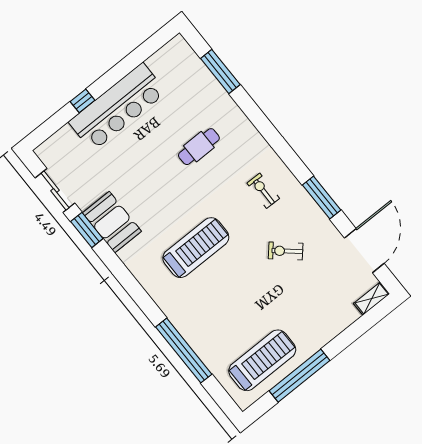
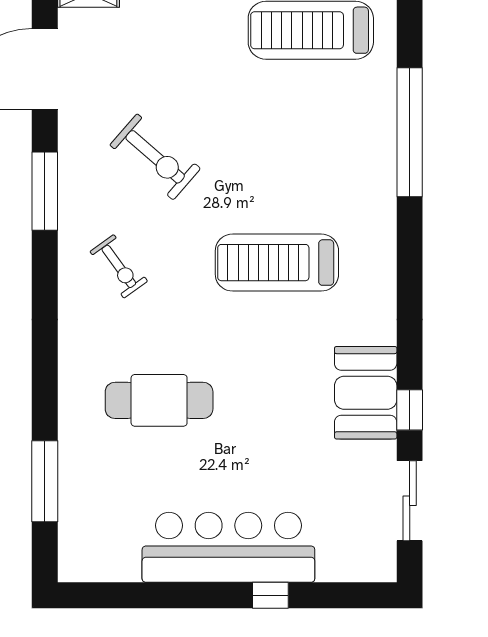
cafe table: (199, 147) -> (159, 400), width x1.37, depth x1.35
exercise bike: (263, 191) -> (119, 266), turned -37
window: (87, 230) -> (410, 410), width x0.67
exercise bike: (286, 251) -> (155, 157), width x1.38, depth x1.39

